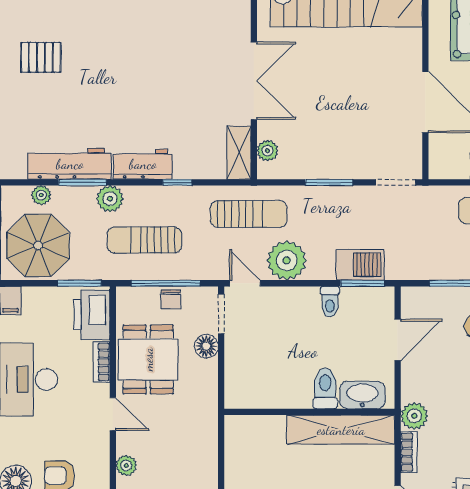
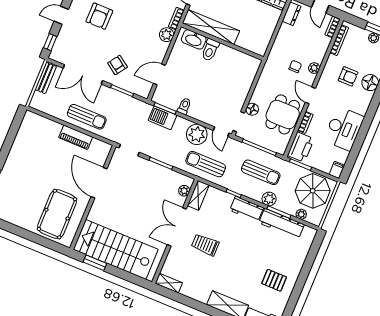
trolley: (190, 70) -> (205, 245), added
chair: (171, 299) -> (295, 67), moved
toilet: (325, 388) -> (210, 50), moved
washbasin: (362, 395) -> (194, 39), moved
wall: (309, 412) -> (222, 42), moved
shelving: (341, 430) -> (211, 27), moved

